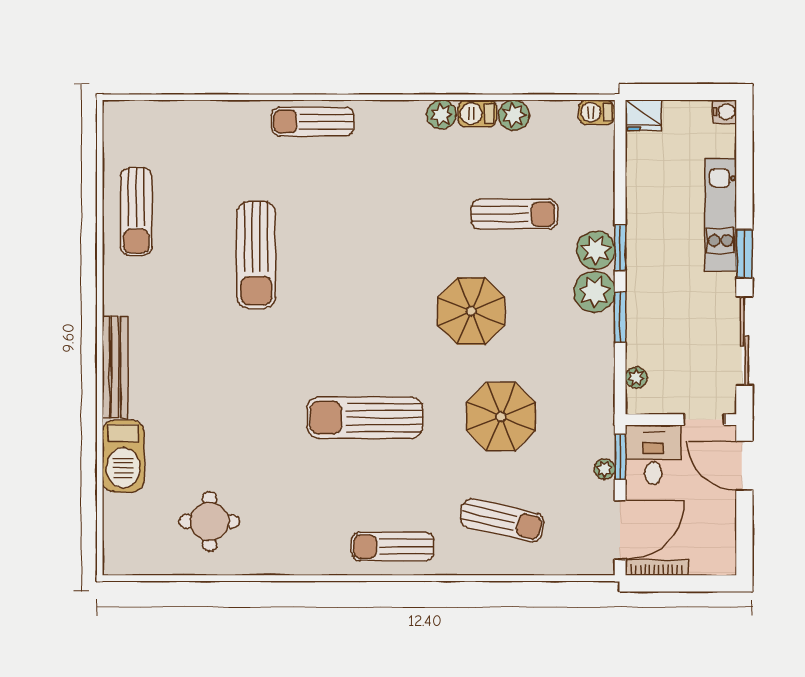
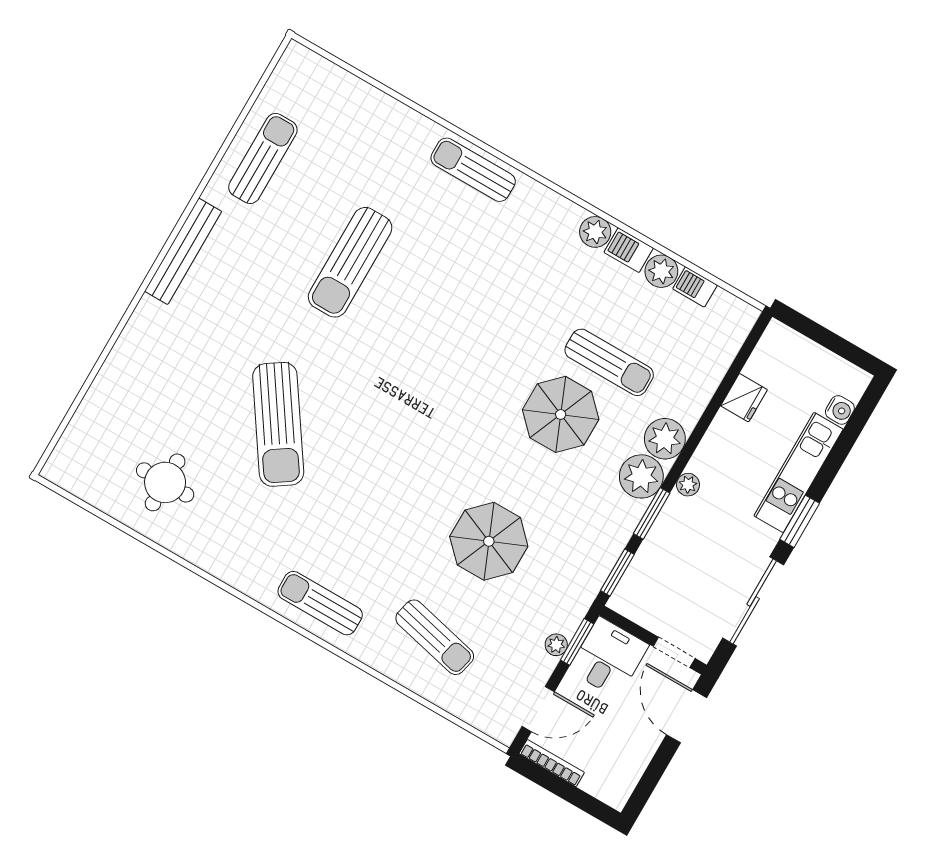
barbecue: (596, 112) -> (695, 287), moved
water cooler: (725, 112) -> (840, 410), moved
fridge: (643, 115) -> (744, 398), moved, turned -90
sun lounger: (136, 212) -> (263, 158), turned 180
window: (620, 248) -> (617, 572), moved
parasol: (471, 311) -> (561, 414), moved
bench: (115, 367) -> (183, 251), moved
plant: (636, 377) -> (688, 485), moved
sun lounger: (365, 418) -> (278, 424), moved, turned -124
barbecue: (123, 456) -> (121, 376), removed
door: (620, 530) -> (538, 709), width x0.73

